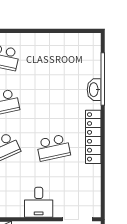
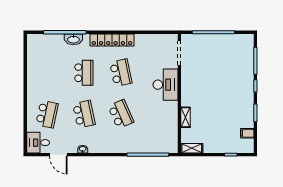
school desk: (53, 102) -> (84, 73), added
desk: (39, 202) -> (165, 85), width x1.37

